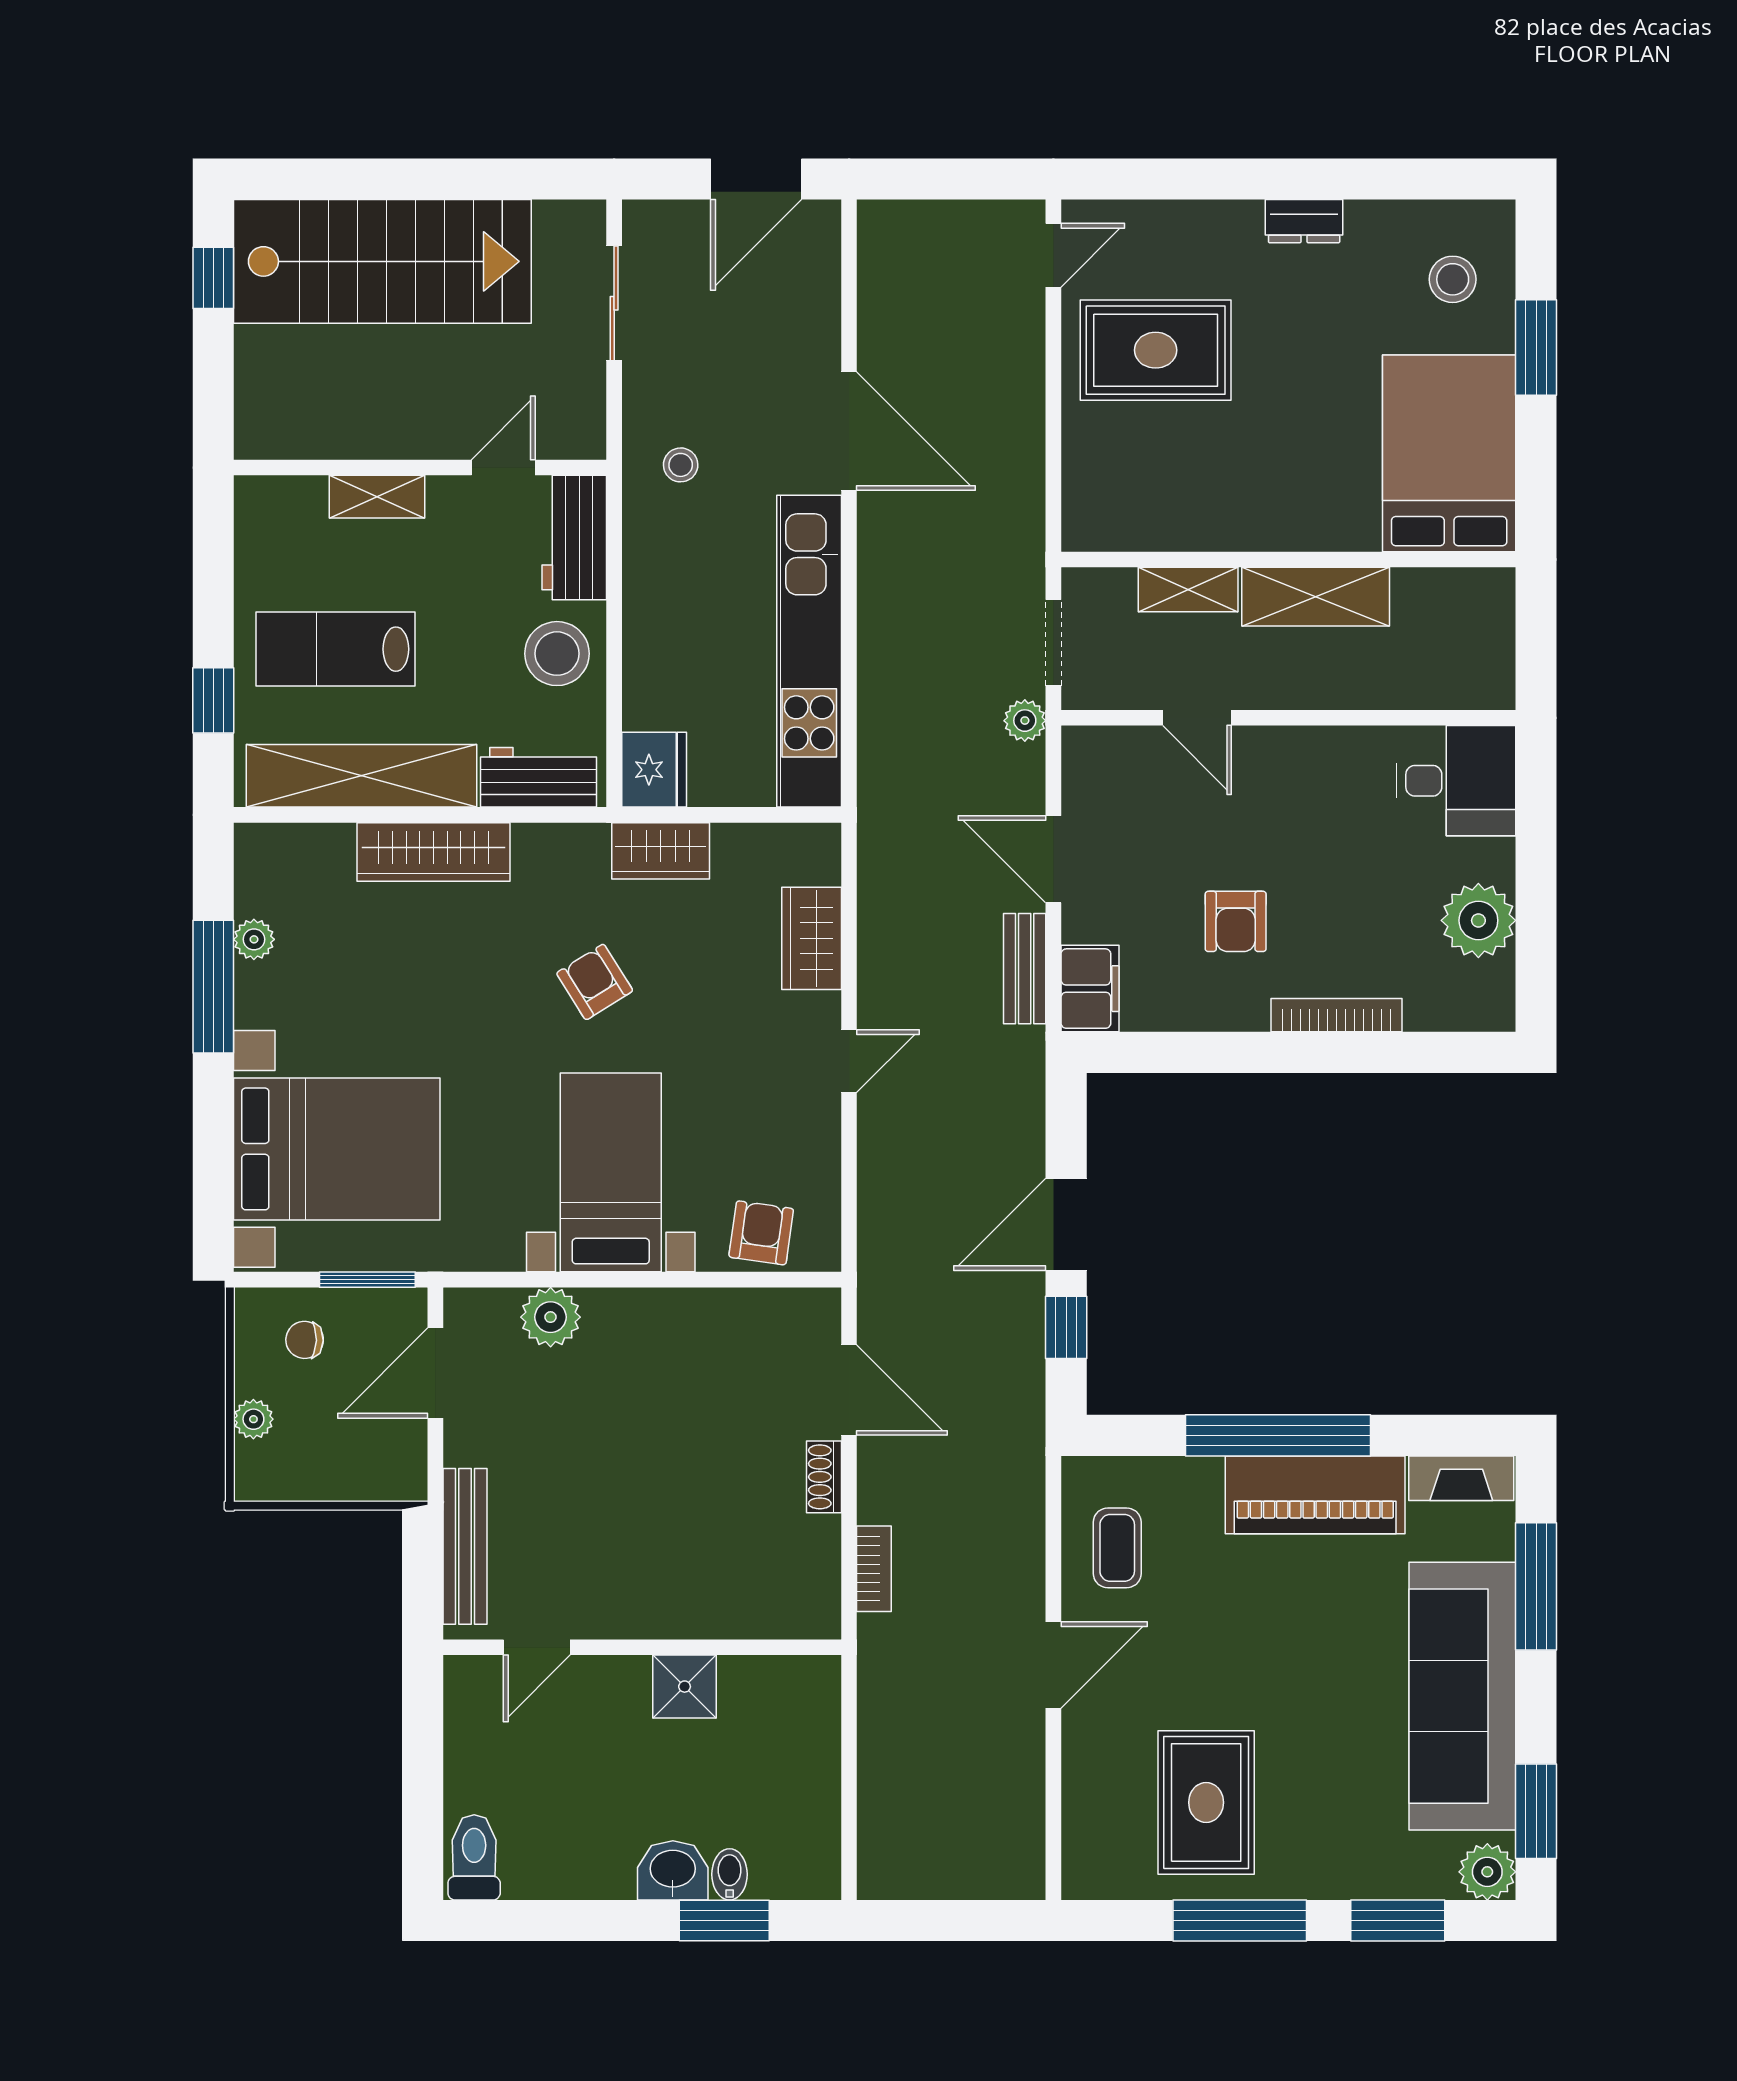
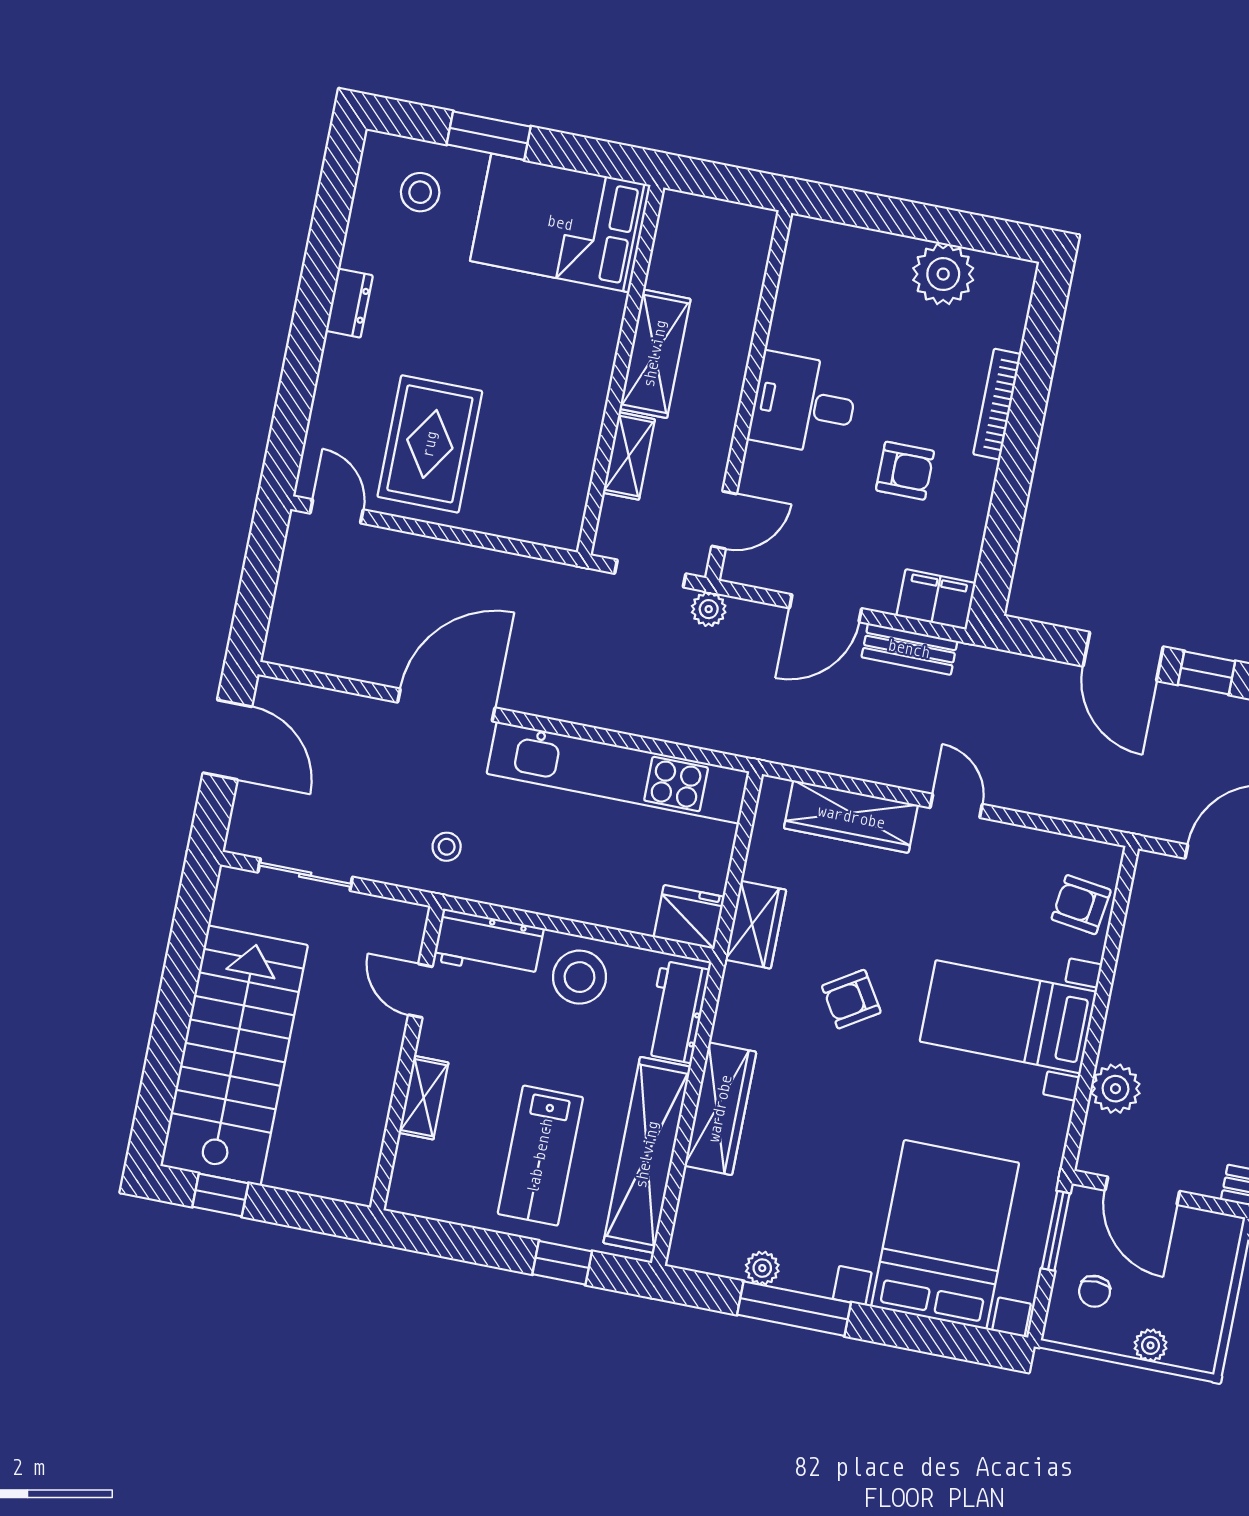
door: (1197, 718) -> (724, 520), moved
desk: (1456, 781) -> (804, 404), moved, turned -90
wardrobe: (812, 938) -> (851, 817), width x1.50

